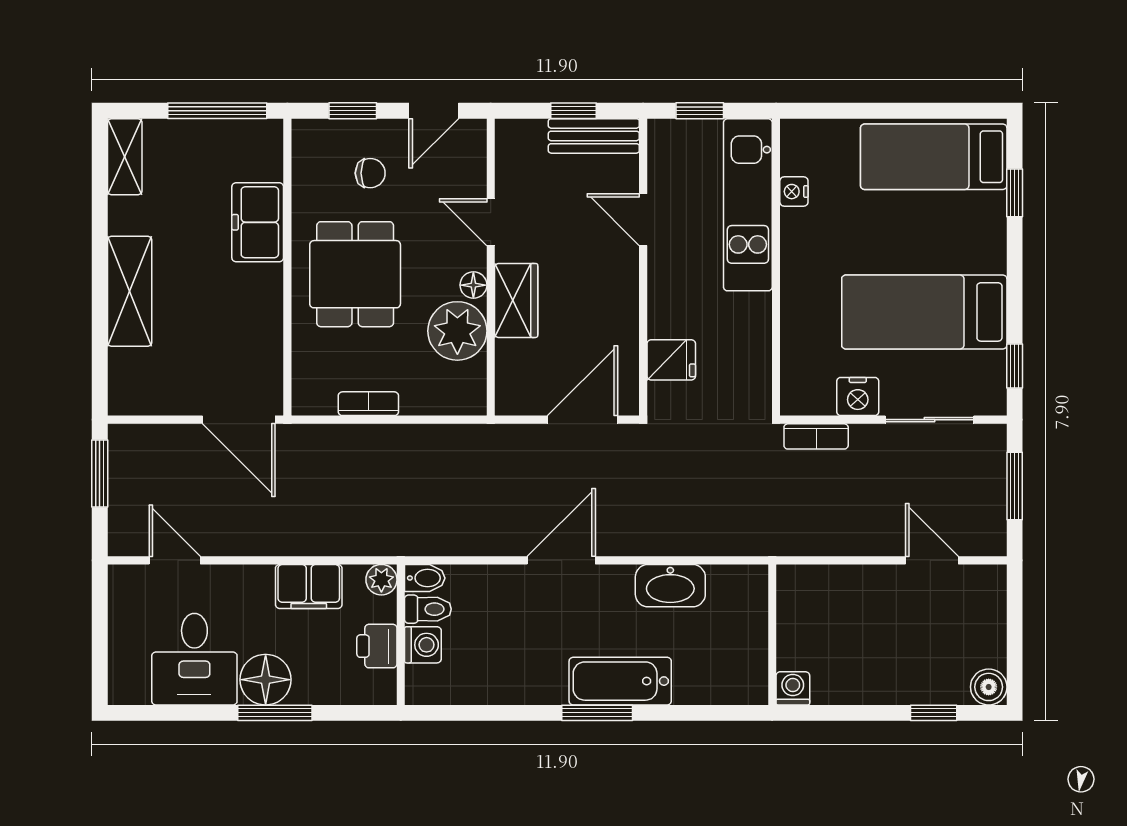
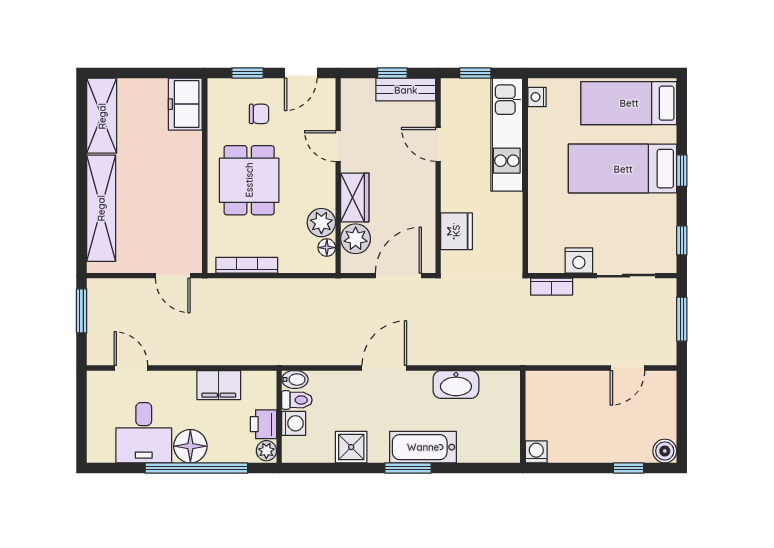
window: (217, 111) -> (159, 73), removed
shelving: (125, 157) -> (102, 116), width x1.50, depth x1.33
nightstand: (794, 192) -> (537, 97), moved
window: (1015, 193) -> (682, 171), moved
freezer: (258, 222) -> (185, 104), moved
floor lamp: (473, 285) -> (327, 248), moved
shelving: (130, 291) -> (101, 208), width x1.47
bed: (924, 312) -> (623, 169), moved
plant: (457, 331) -> (321, 223), width x0.73, depth x0.73
fridge: (671, 360) -> (456, 231), width x1.38
plant: (517, 363) -> (356, 239), added
bookcase: (368, 404) -> (247, 265), width x1.56
door: (239, 420) -> (173, 276), width x0.73
door: (932, 560) -> (628, 368), swing flipped
plant: (381, 580) -> (266, 451), moved
shower: (511, 681) -> (351, 447), added
window: (275, 713) -> (196, 468), width x2.11

